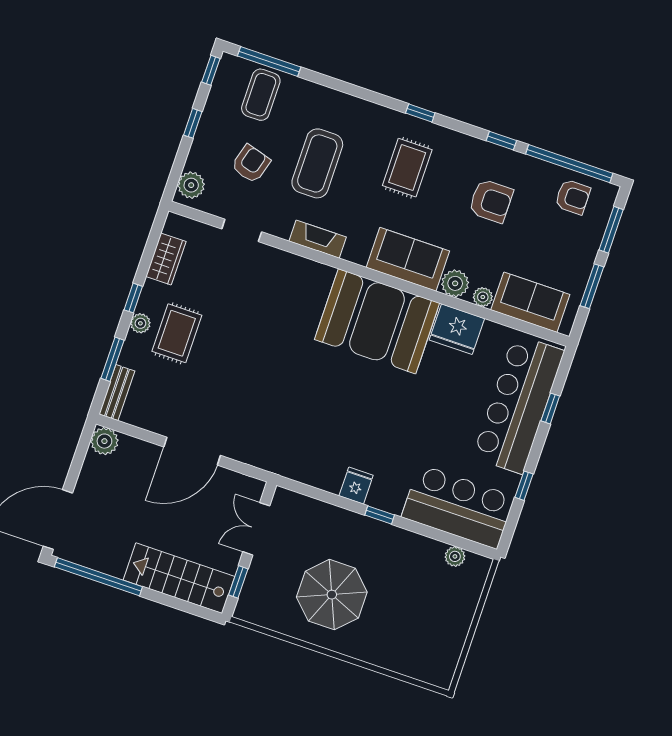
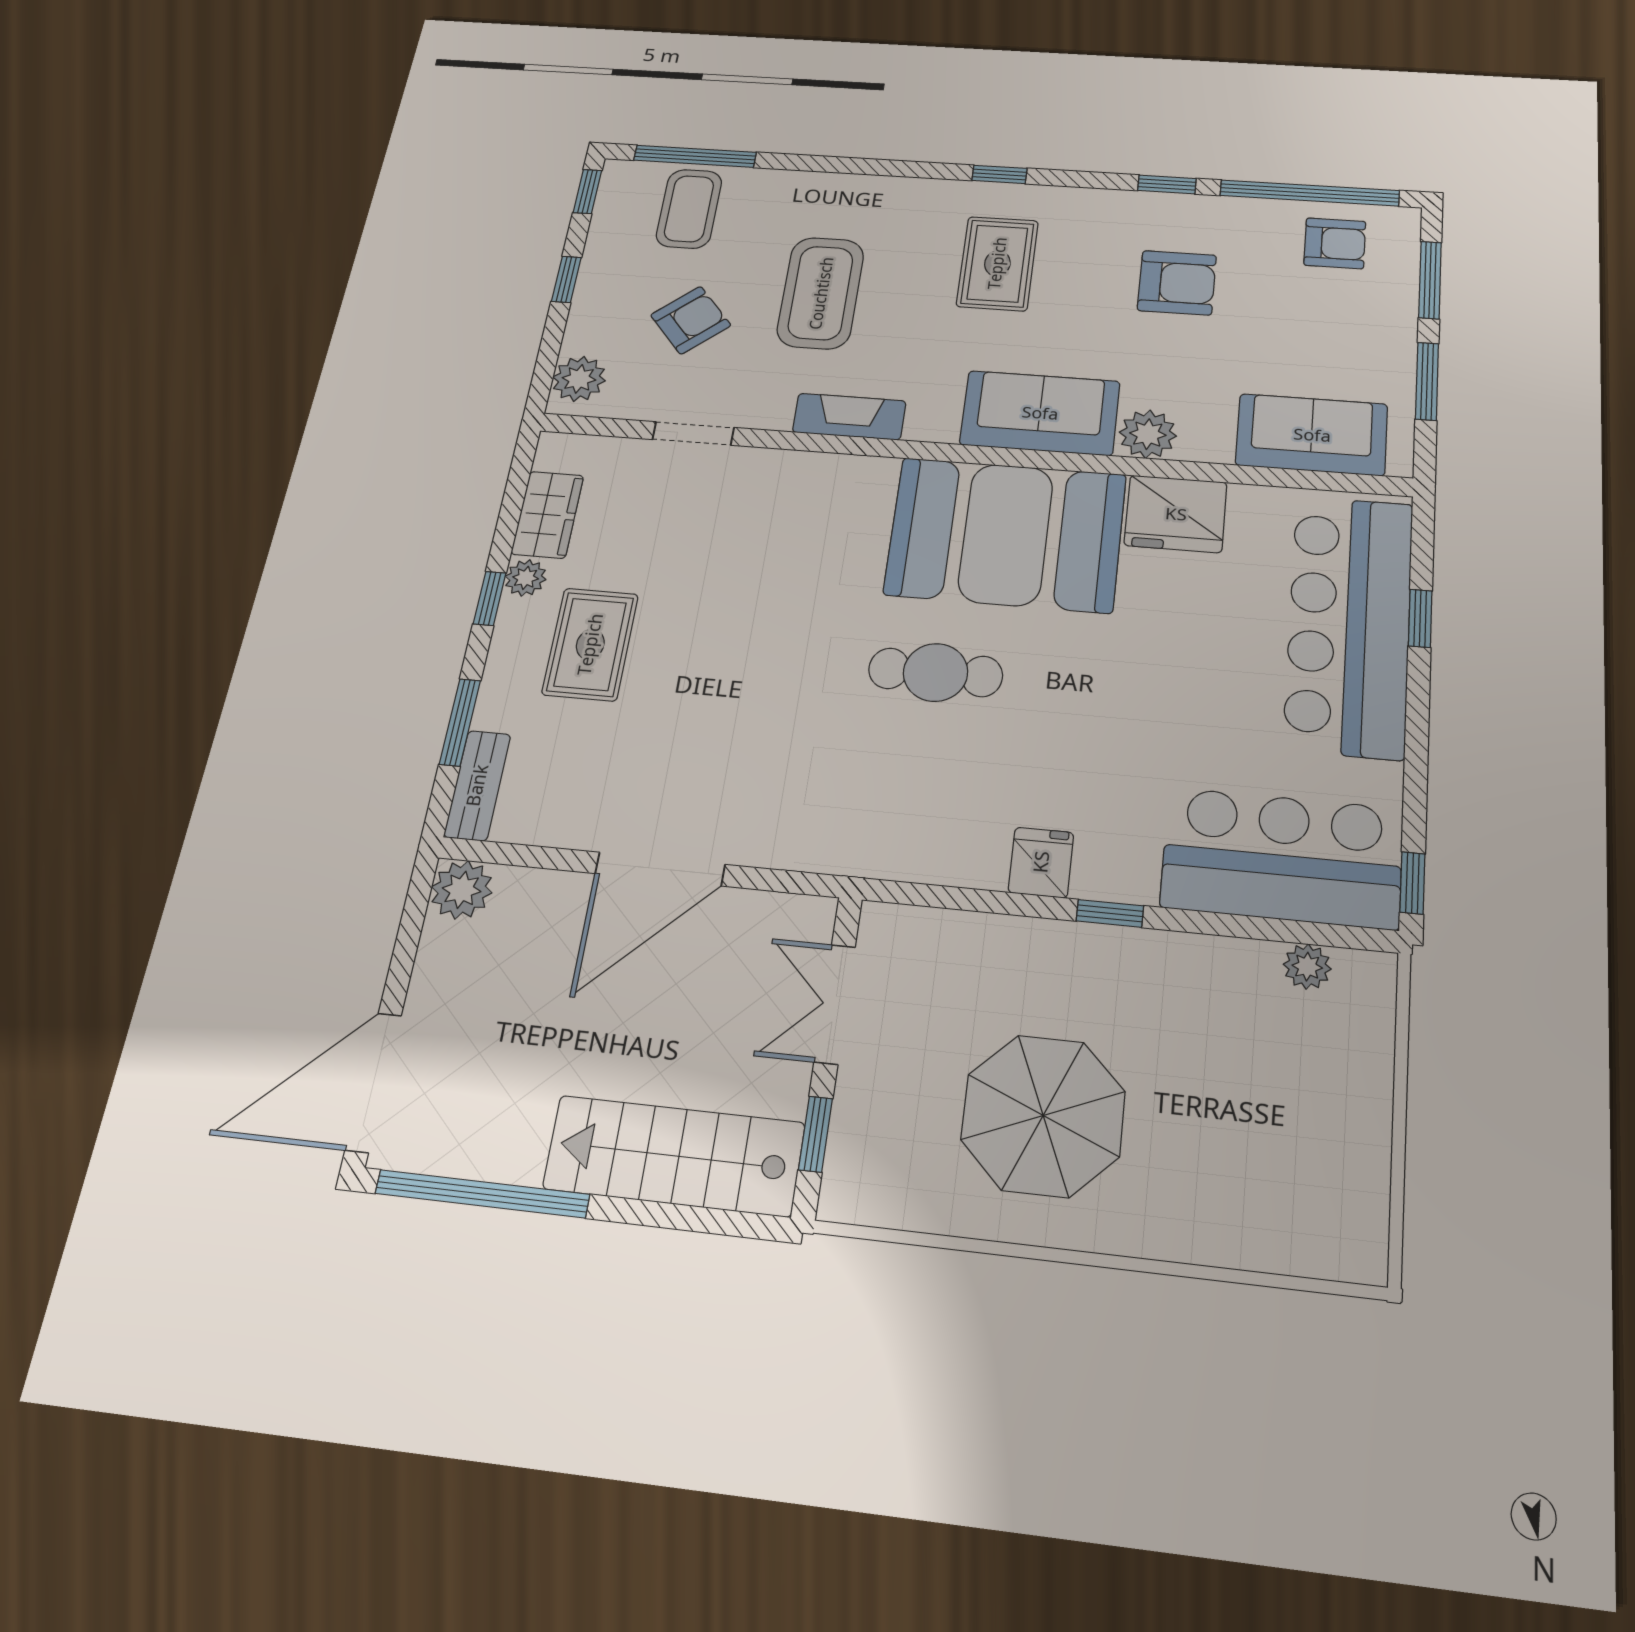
armchair: (251, 164) -> (691, 320), turned 33
plant: (483, 297) -> (1211, 446), removed
plant: (140, 323) -> (526, 578), moved
cafe table: (330, 385) -> (936, 672), added
window: (524, 486) -> (1412, 883), moved

